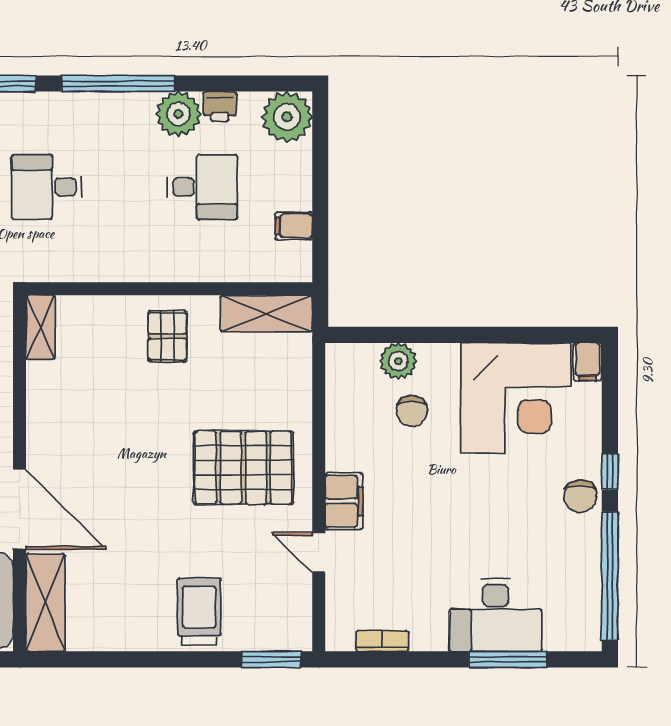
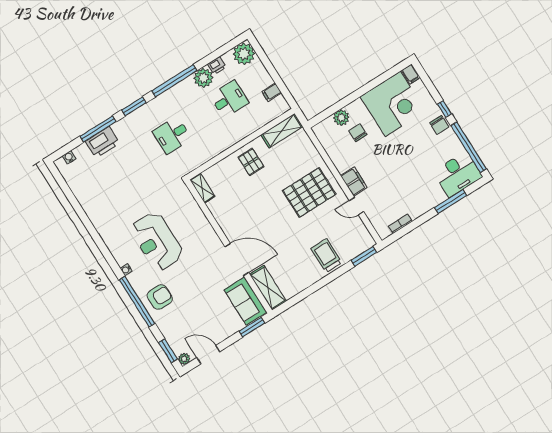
chair: (412, 411) -> (358, 133), turned 180
desk: (495, 615) -> (458, 174), moved

